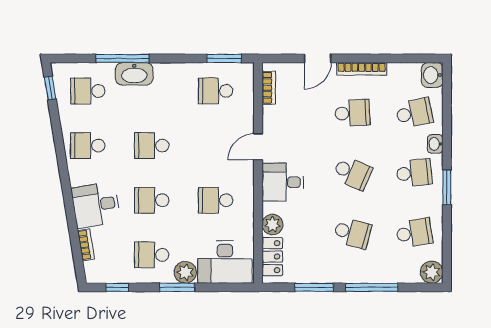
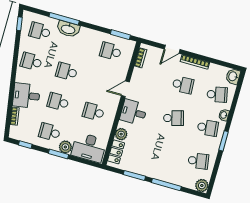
school desk: (352, 173) -> (174, 118), turned -39
school desk: (352, 233) -> (164, 151), removed

